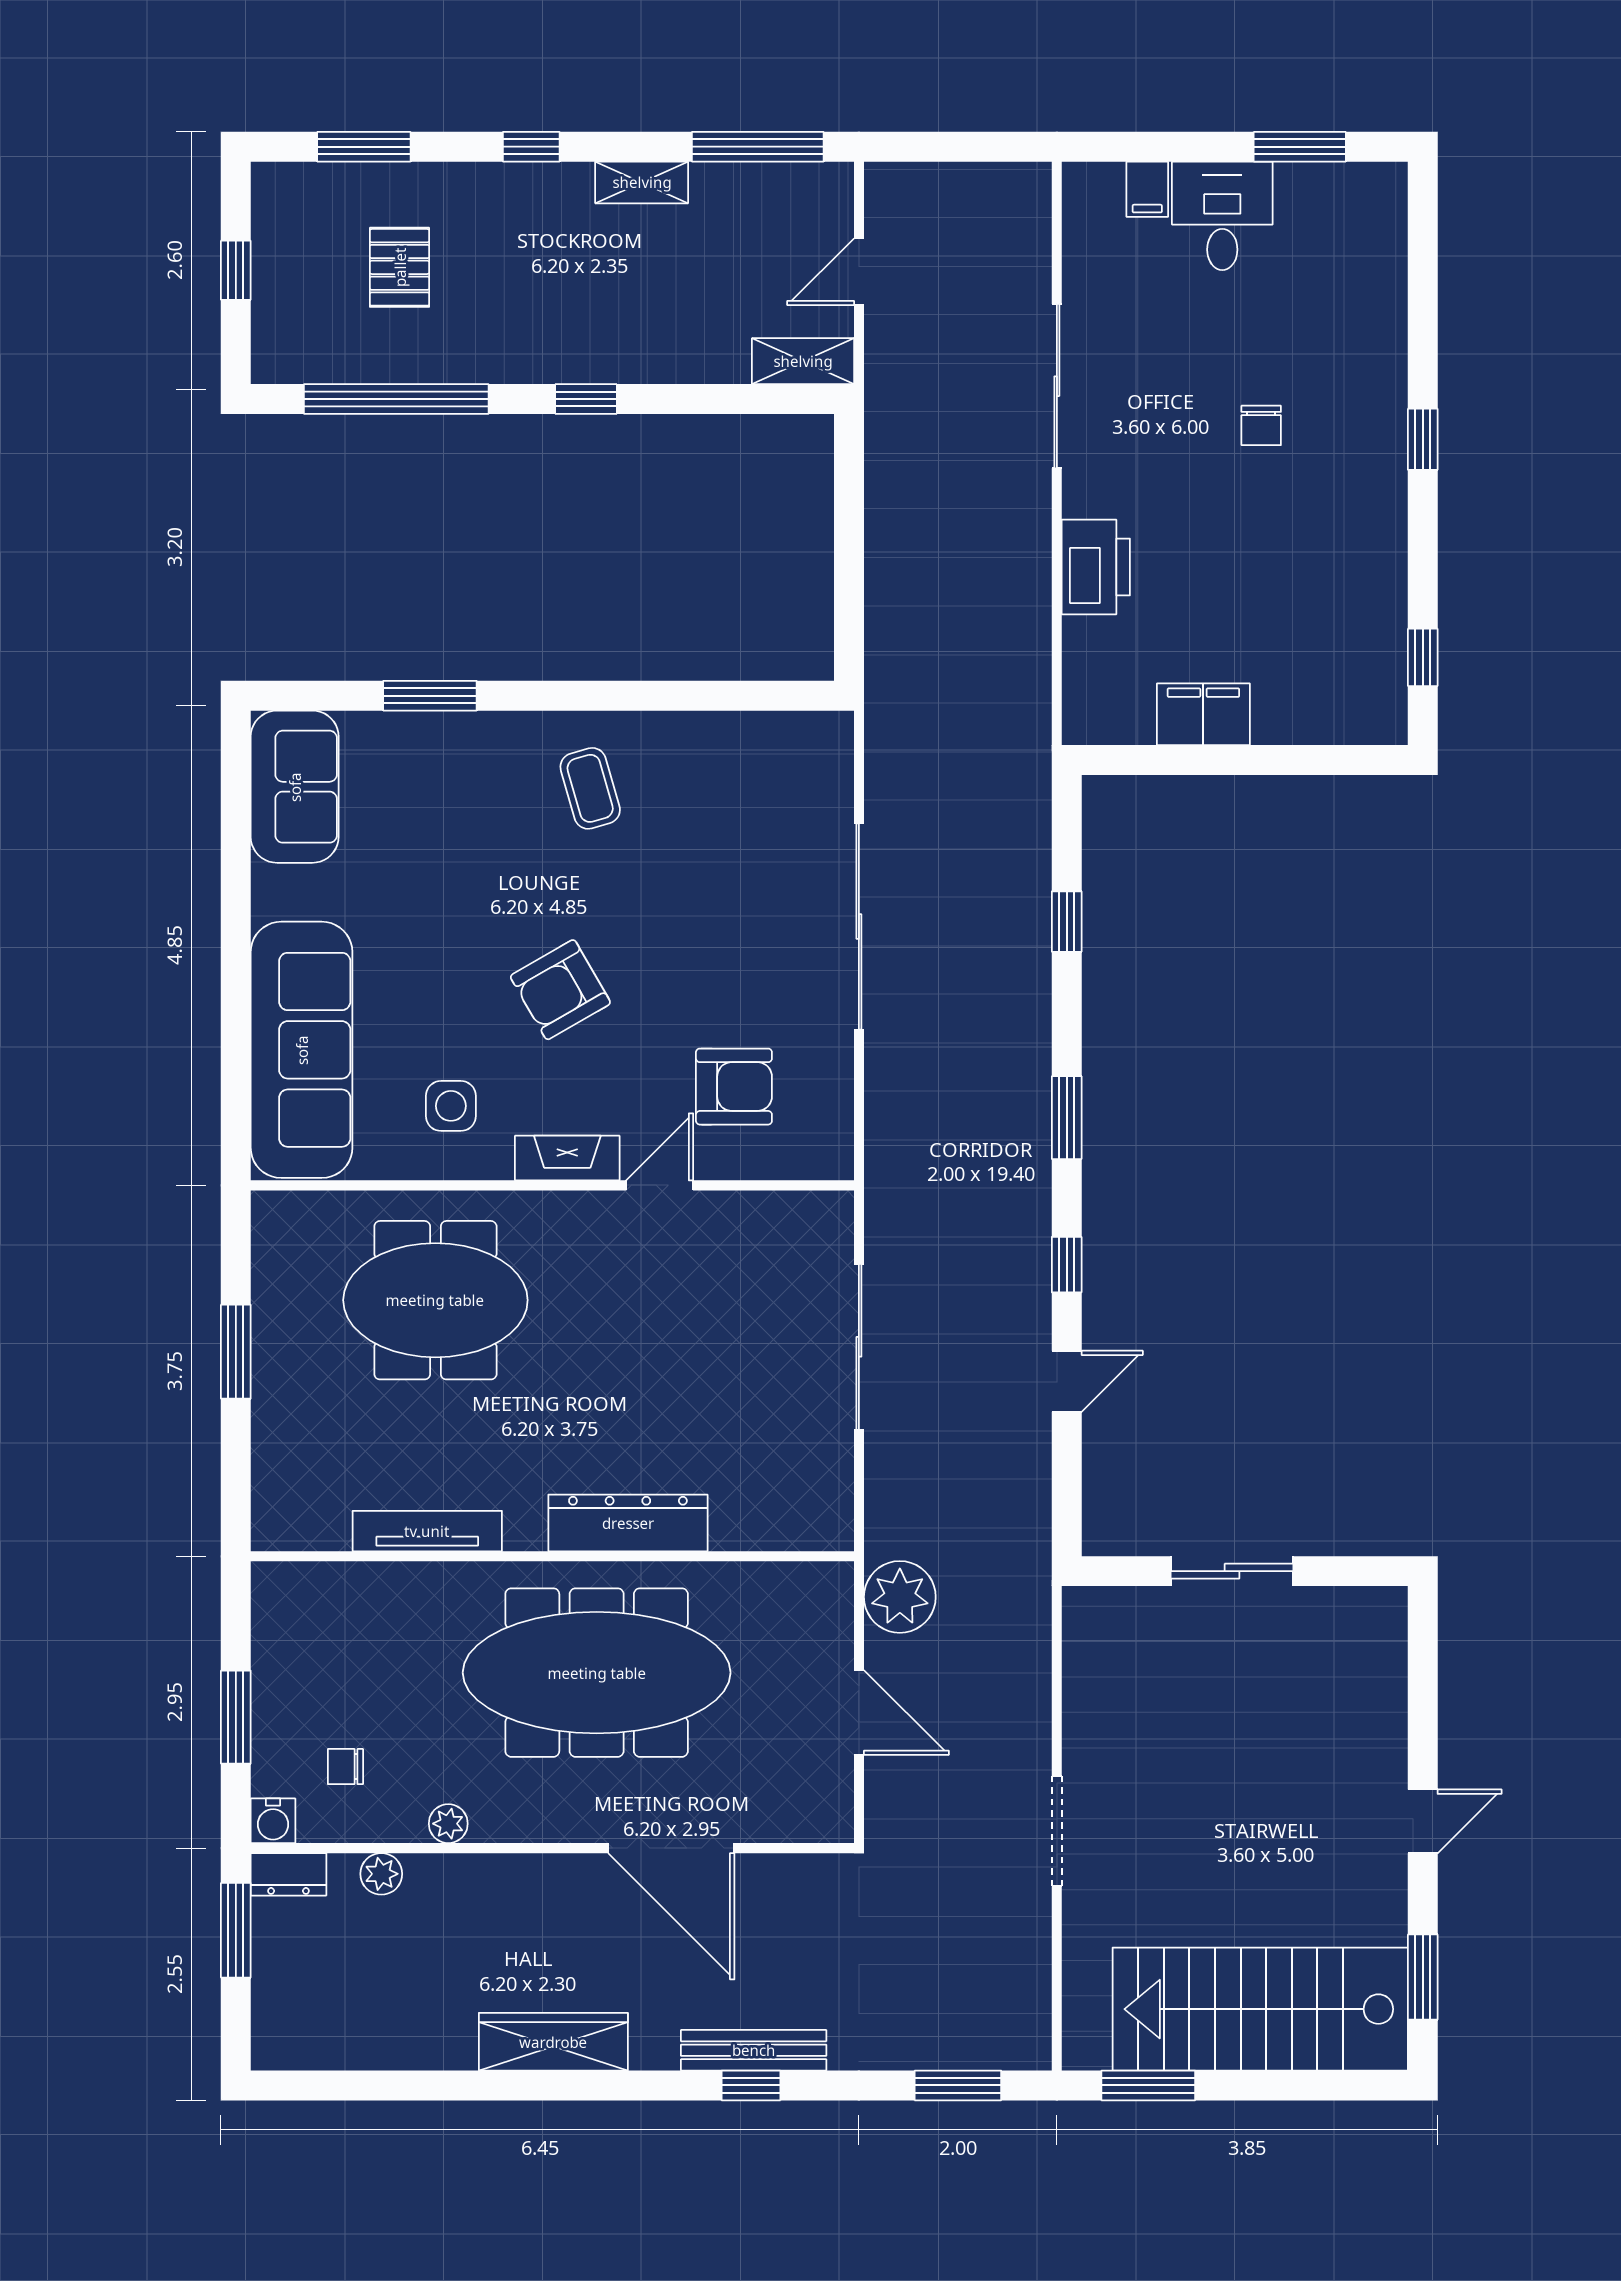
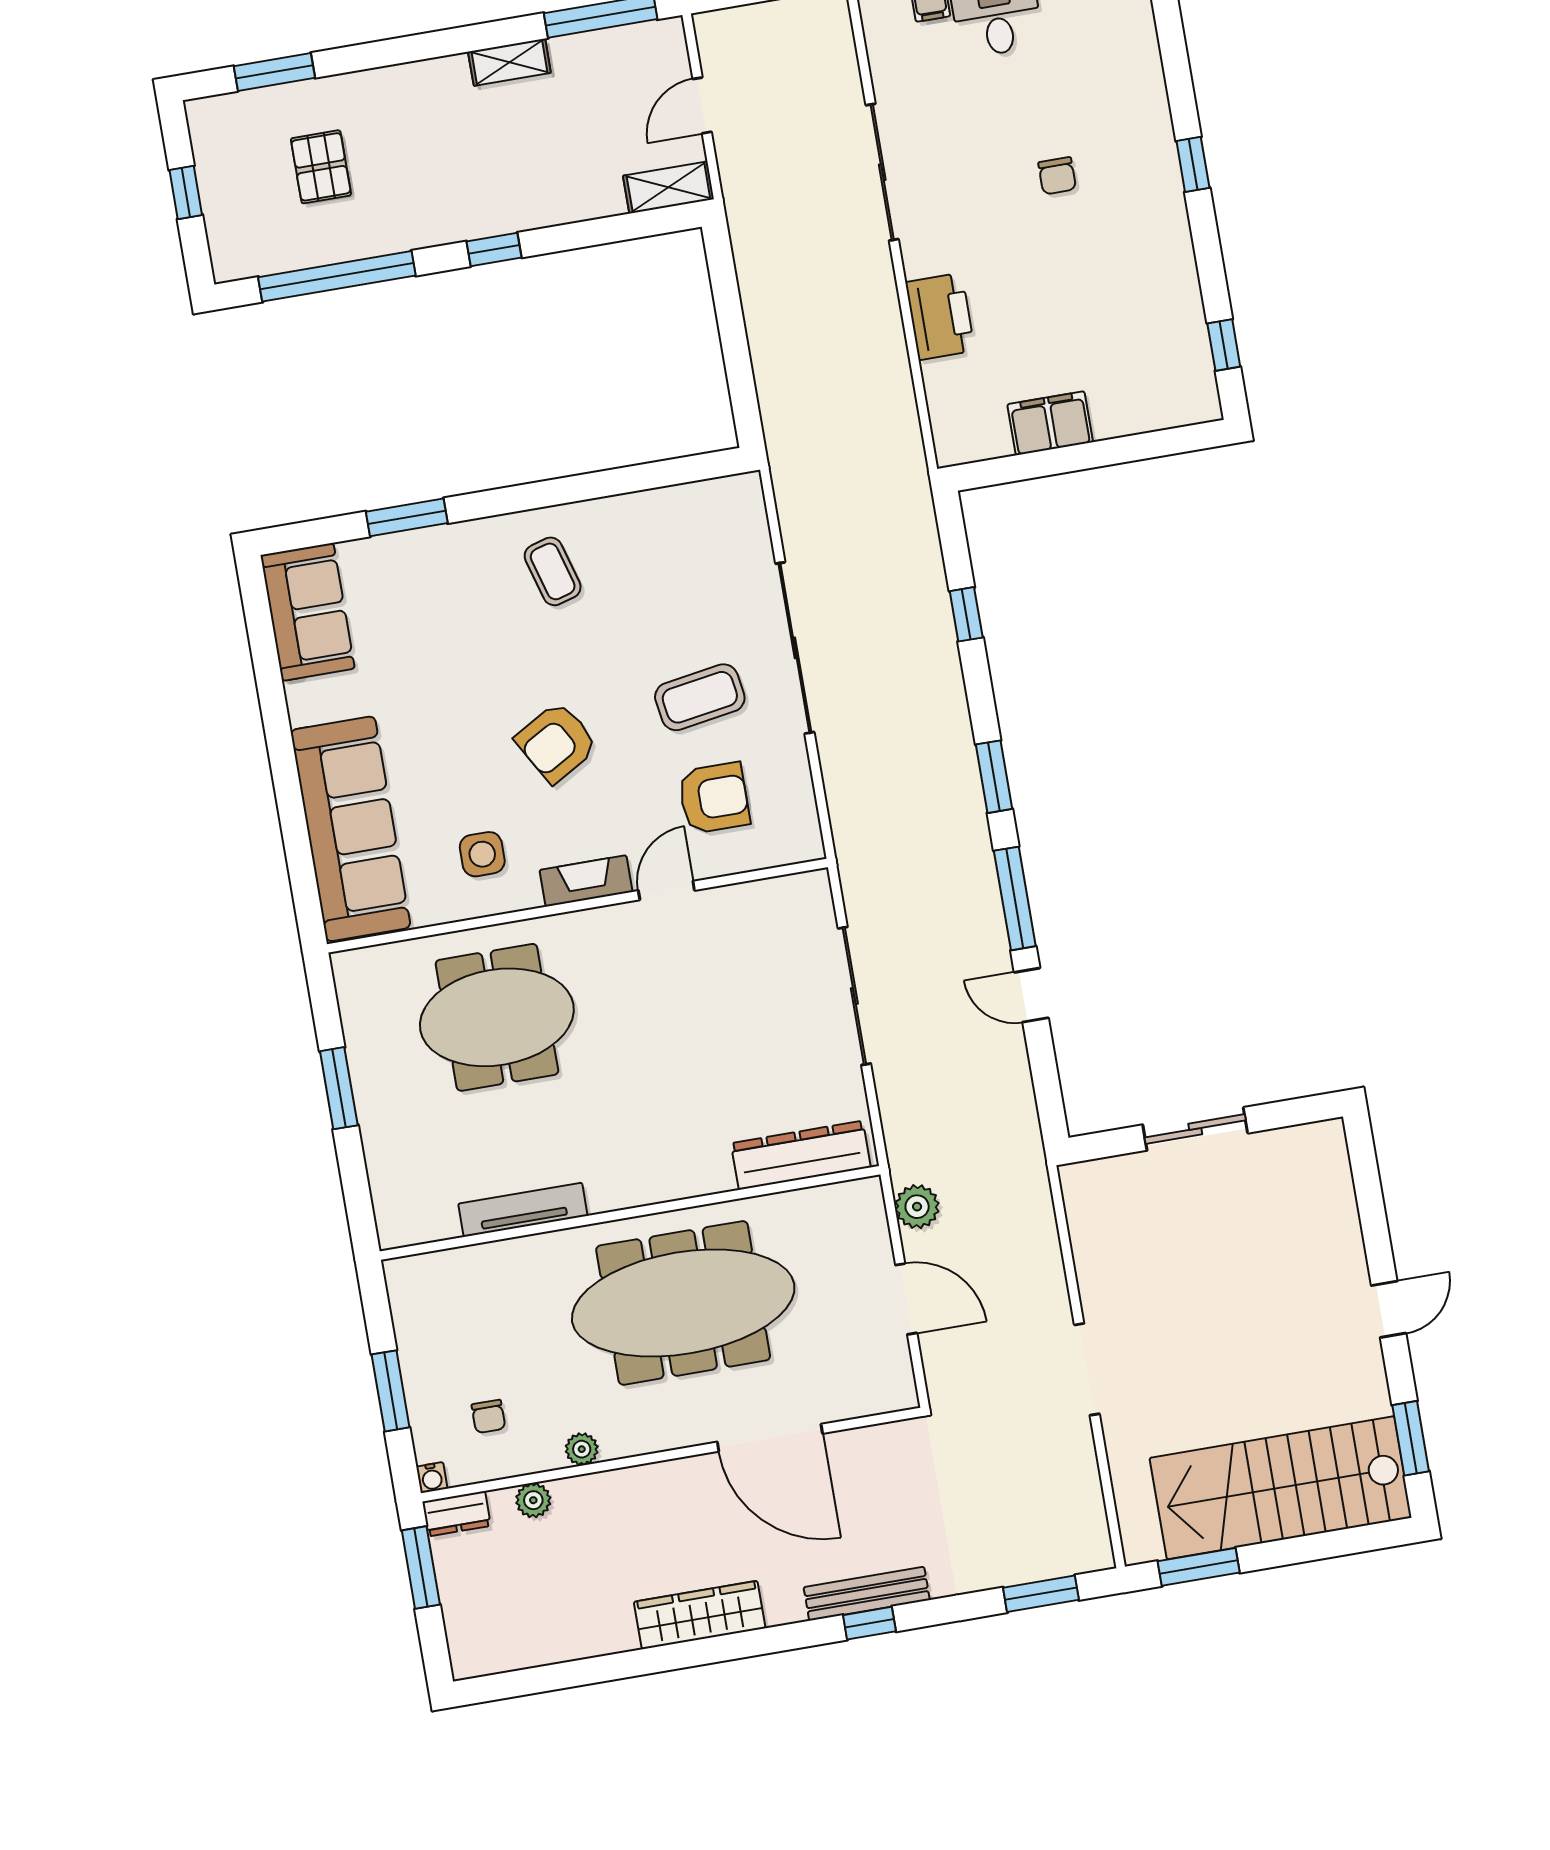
window: (531, 147) -> (413, 48), removed
coffee table: (738, 965) -> (700, 697), added
window: (1067, 1265) -> (1015, 898), width x2.17
door: (1067, 1381) -> (1031, 995), swing flipped
dresser: (628, 1523) -> (801, 1155), moved
plant: (900, 1597) -> (917, 1207), width x0.73, depth x0.73
chair: (345, 1767) -> (488, 1416), turned -90
water cooler: (273, 1821) -> (432, 1478), width x0.72, depth x0.72

